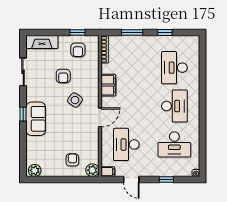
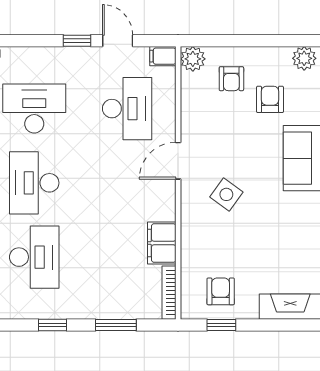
armchair: (63, 76) -> (270, 99), moved
filing cabinet: (108, 85) -> (162, 243), moved
window: (166, 180) -> (77, 41), moved

